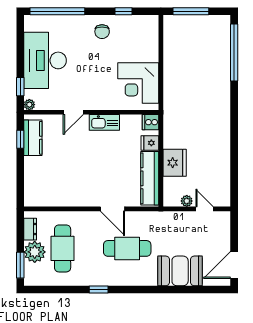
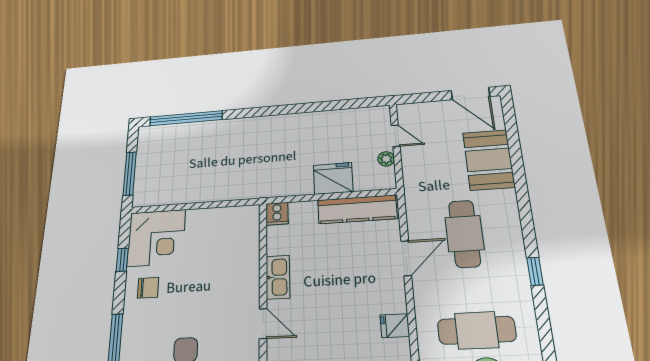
corner desk: (138, 83) -> (156, 238), moved
fridge: (150, 143) -> (395, 326), moved, turned 90
door: (205, 209) -> (396, 136), swing flipped

